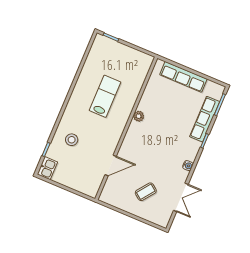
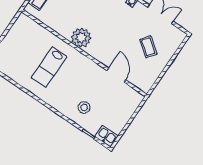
lab bench: (105, 96) -> (49, 67), turned -90
plant: (139, 116) -> (81, 38), width x1.87, depth x1.87

